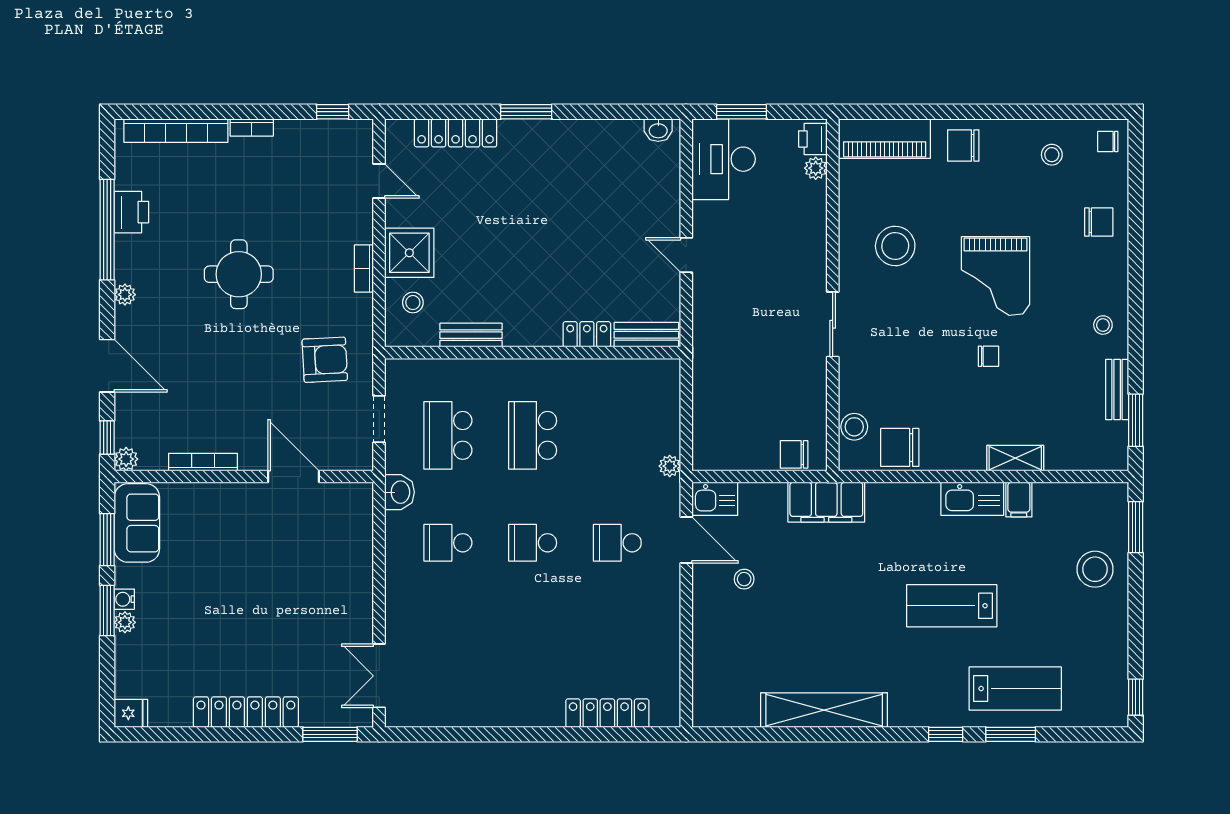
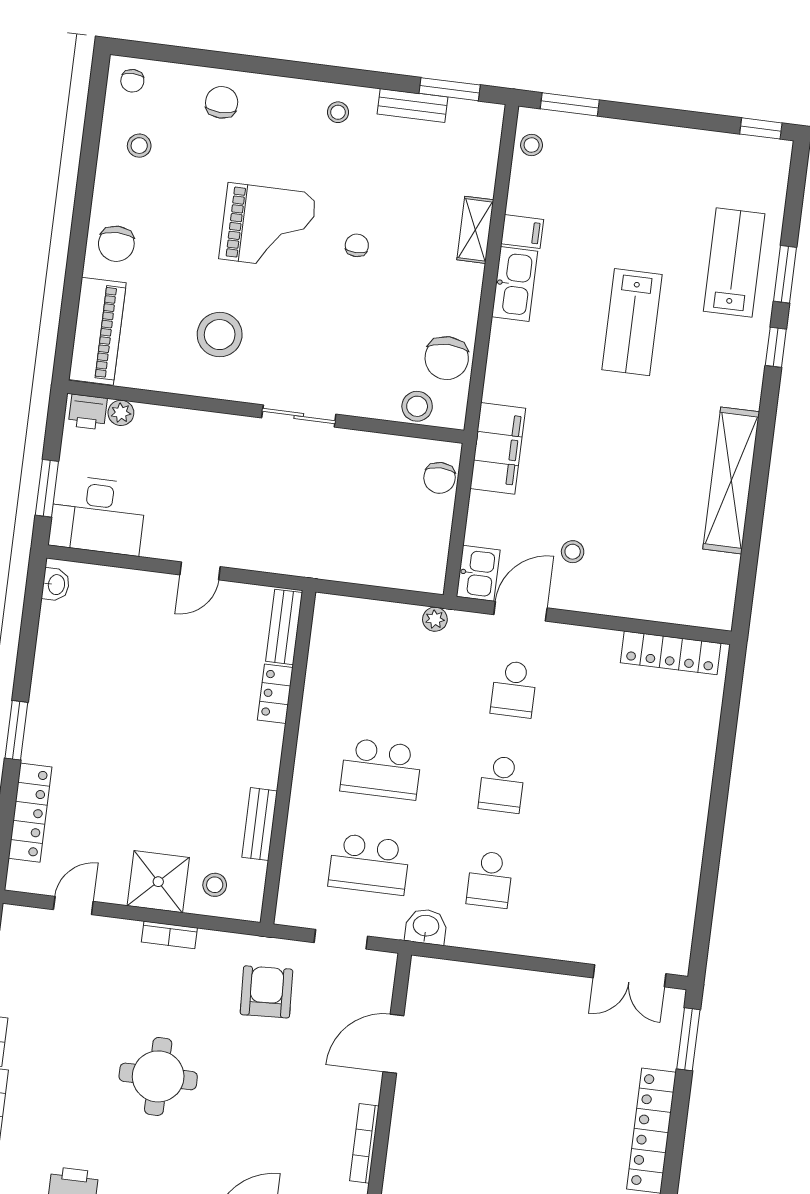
stool: (1095, 569) -> (532, 145), moved, width x0.53, depth x0.53
locker: (607, 713) -> (671, 653), moved, turned -90

